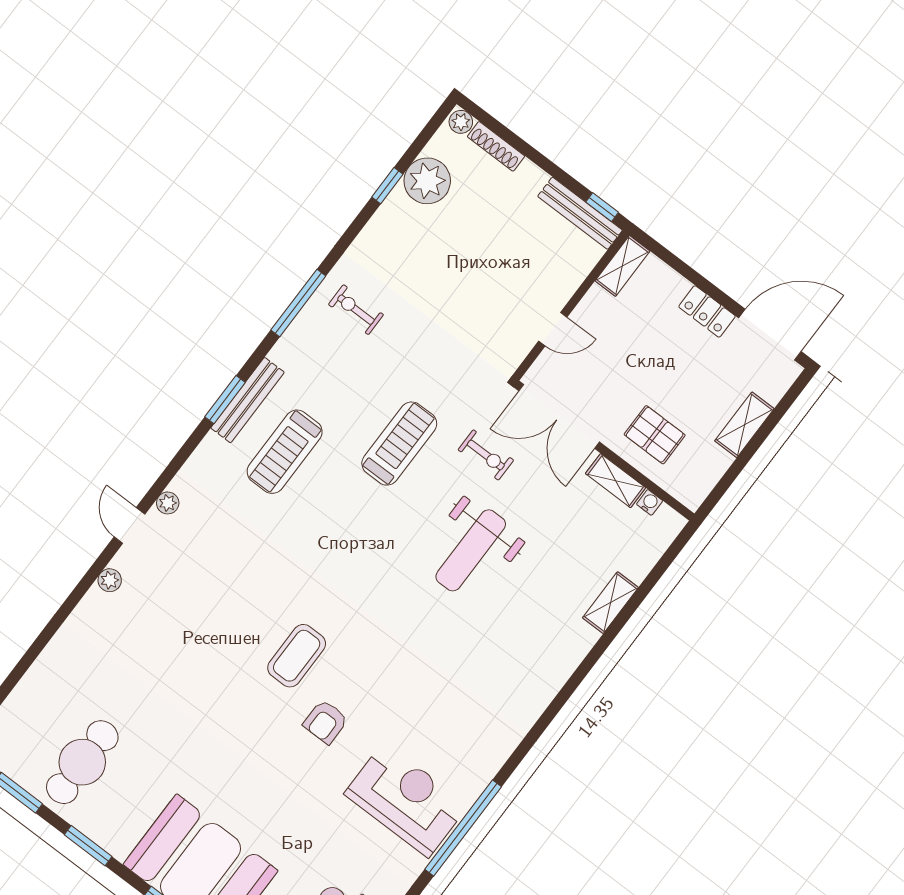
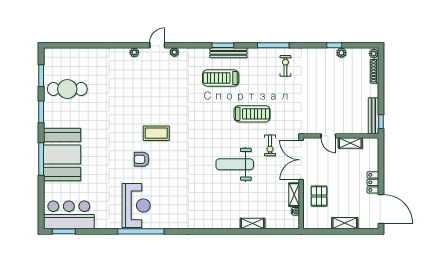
plant: (427, 181) -> (341, 53), width x0.53, depth x0.53
shelving: (622, 266) -> (350, 143), moved

